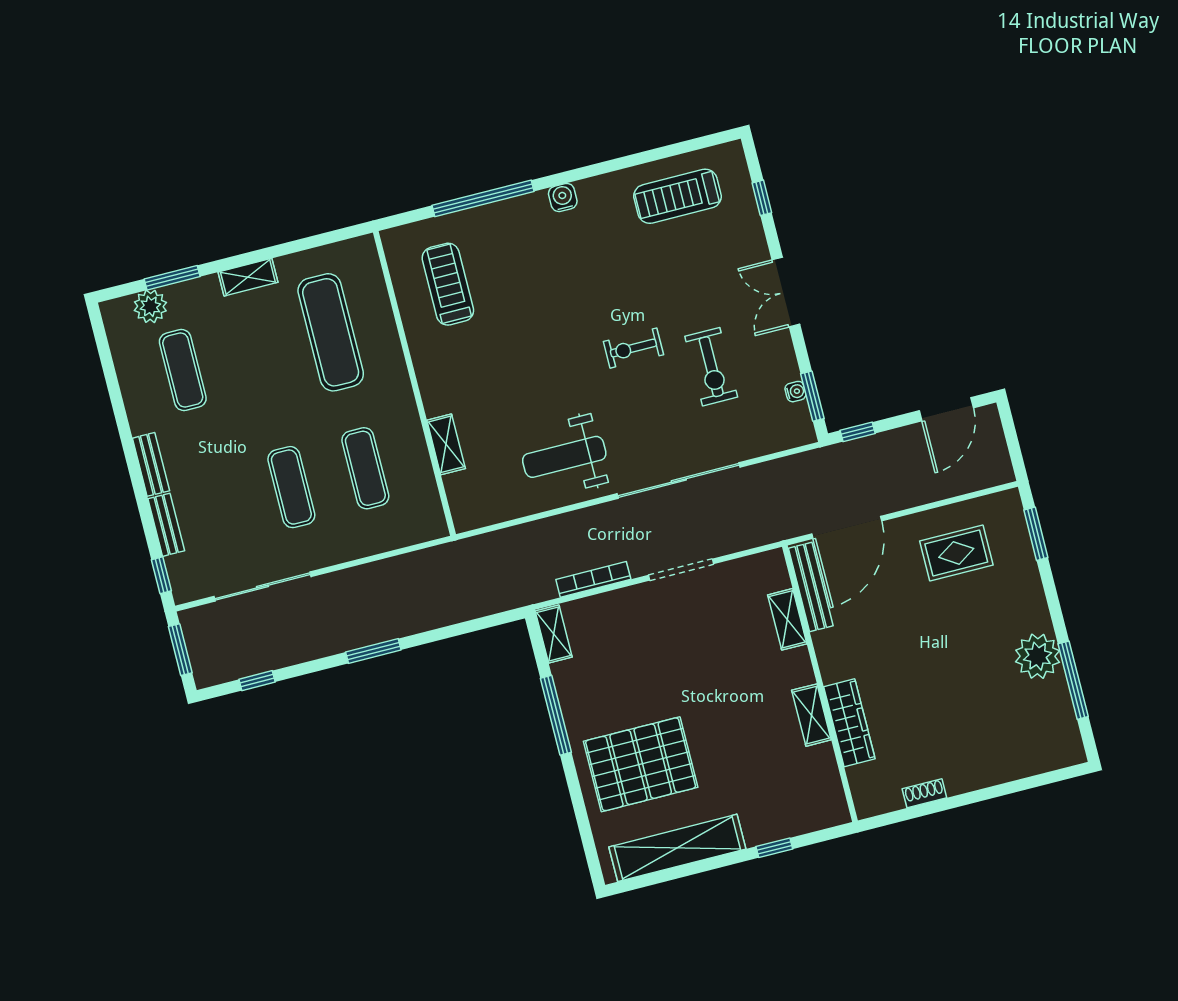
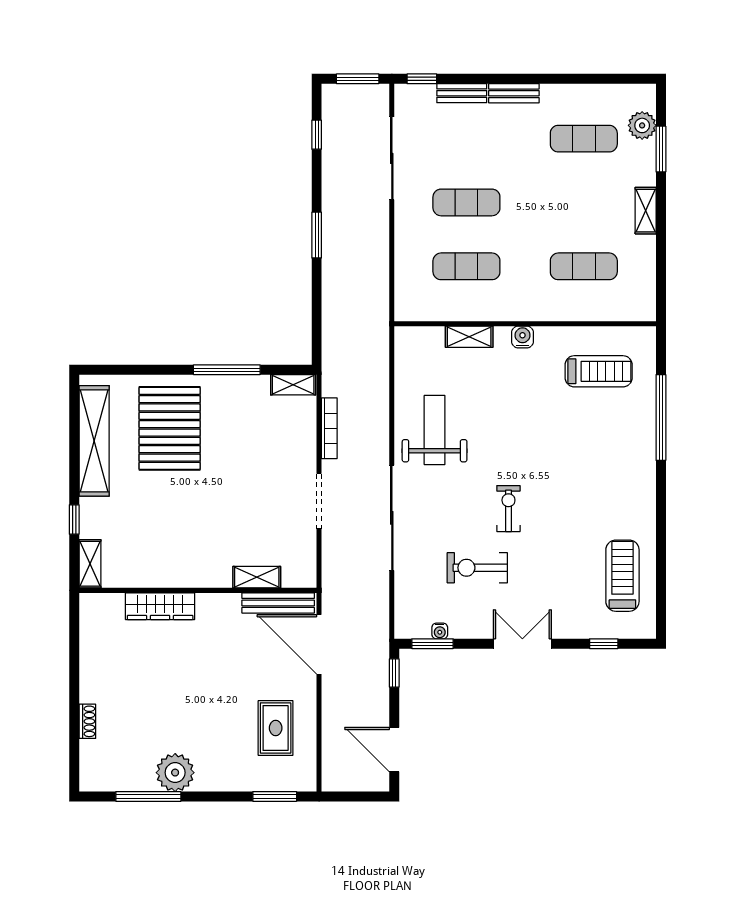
water cooler: (563, 197) -> (523, 337), moved, turned -90
exercise mat: (331, 332) -> (584, 266), width x0.73, depth x0.69
shelving: (811, 715) -> (90, 564), moved, turned 90
shoe rack: (924, 793) -> (87, 721), moved

